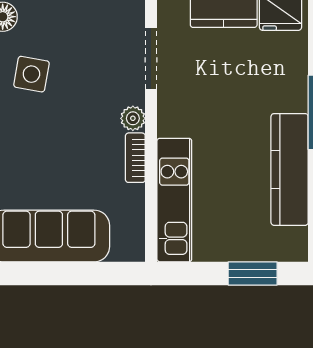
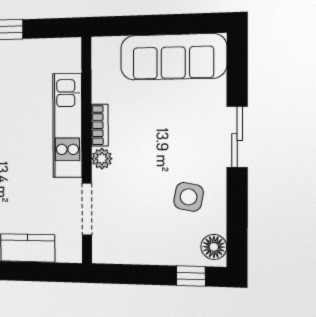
kitchen unit: (174, 200) -> (67, 125), moved

